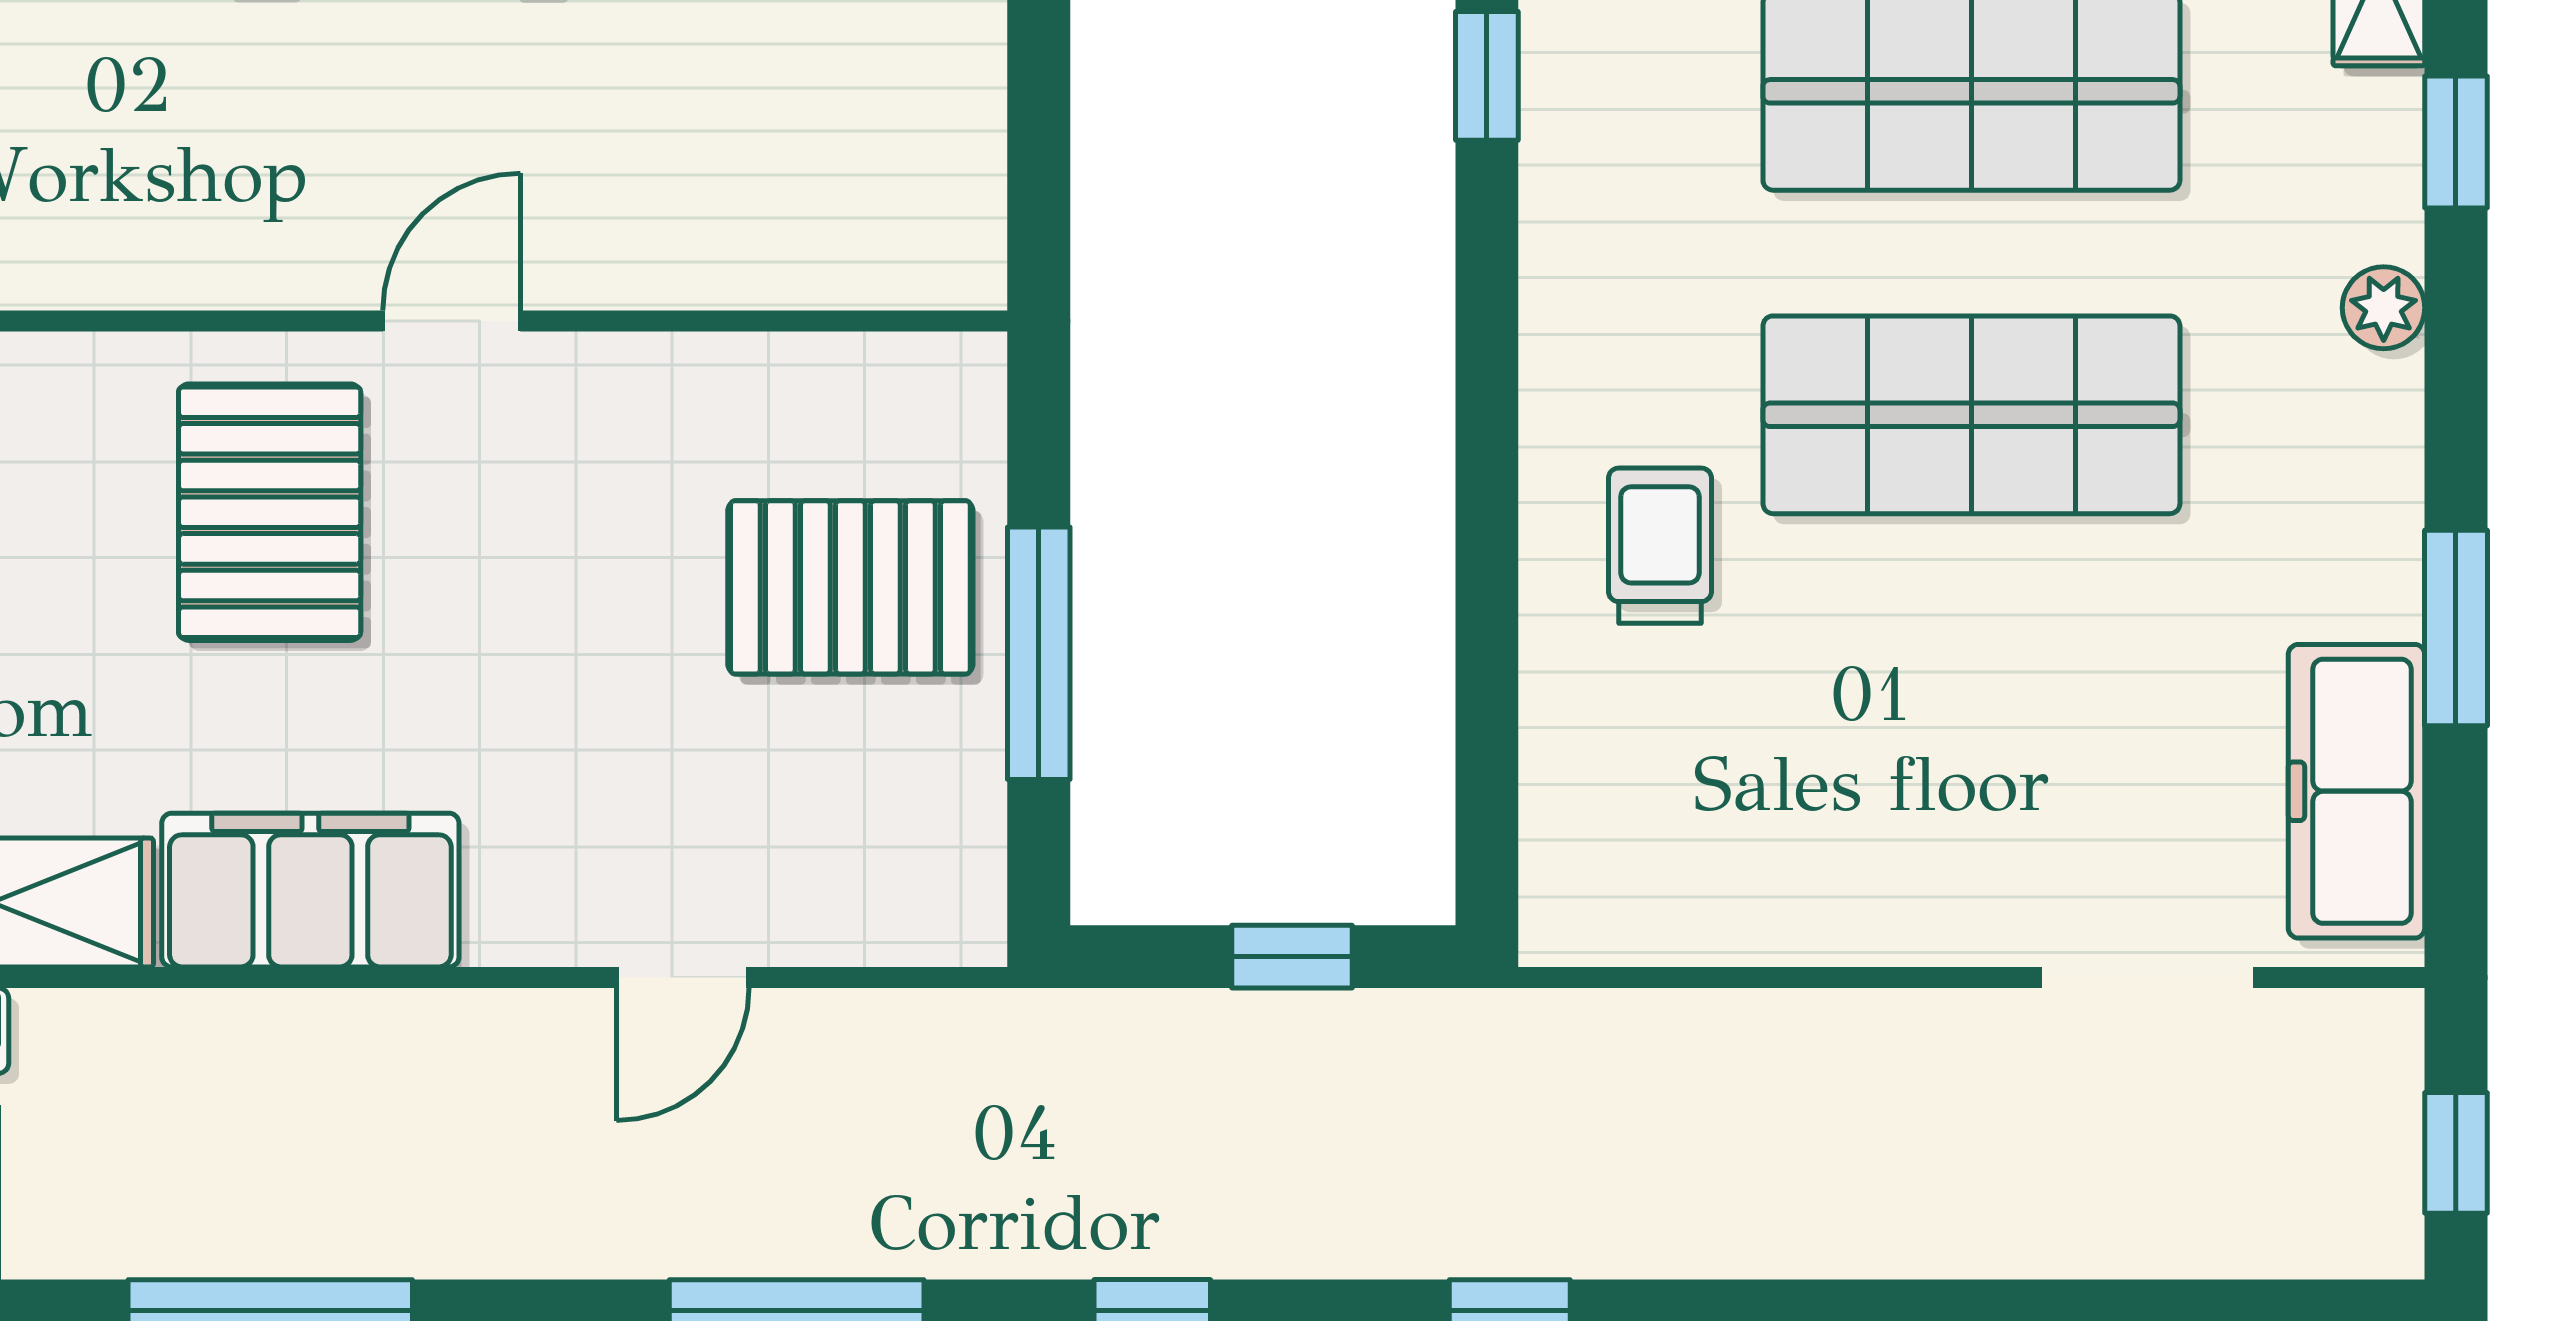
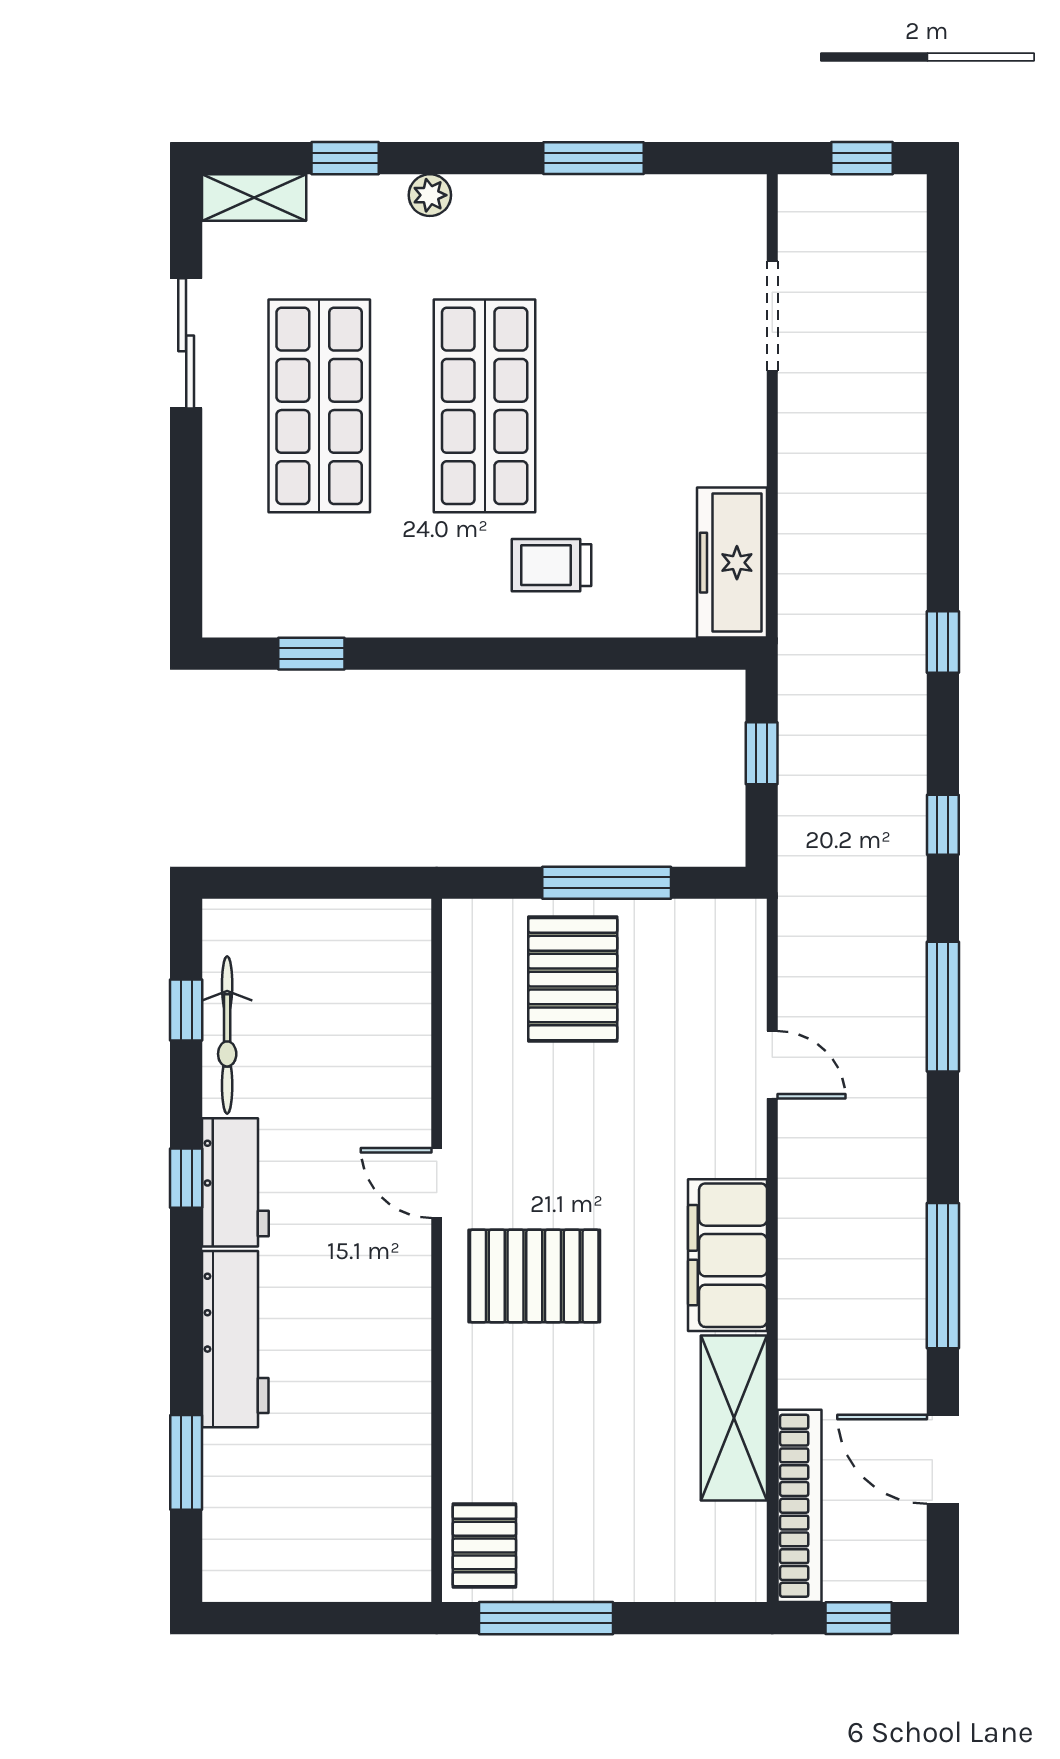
freezer: (2357, 791) -> (732, 563), moved, turned 90

